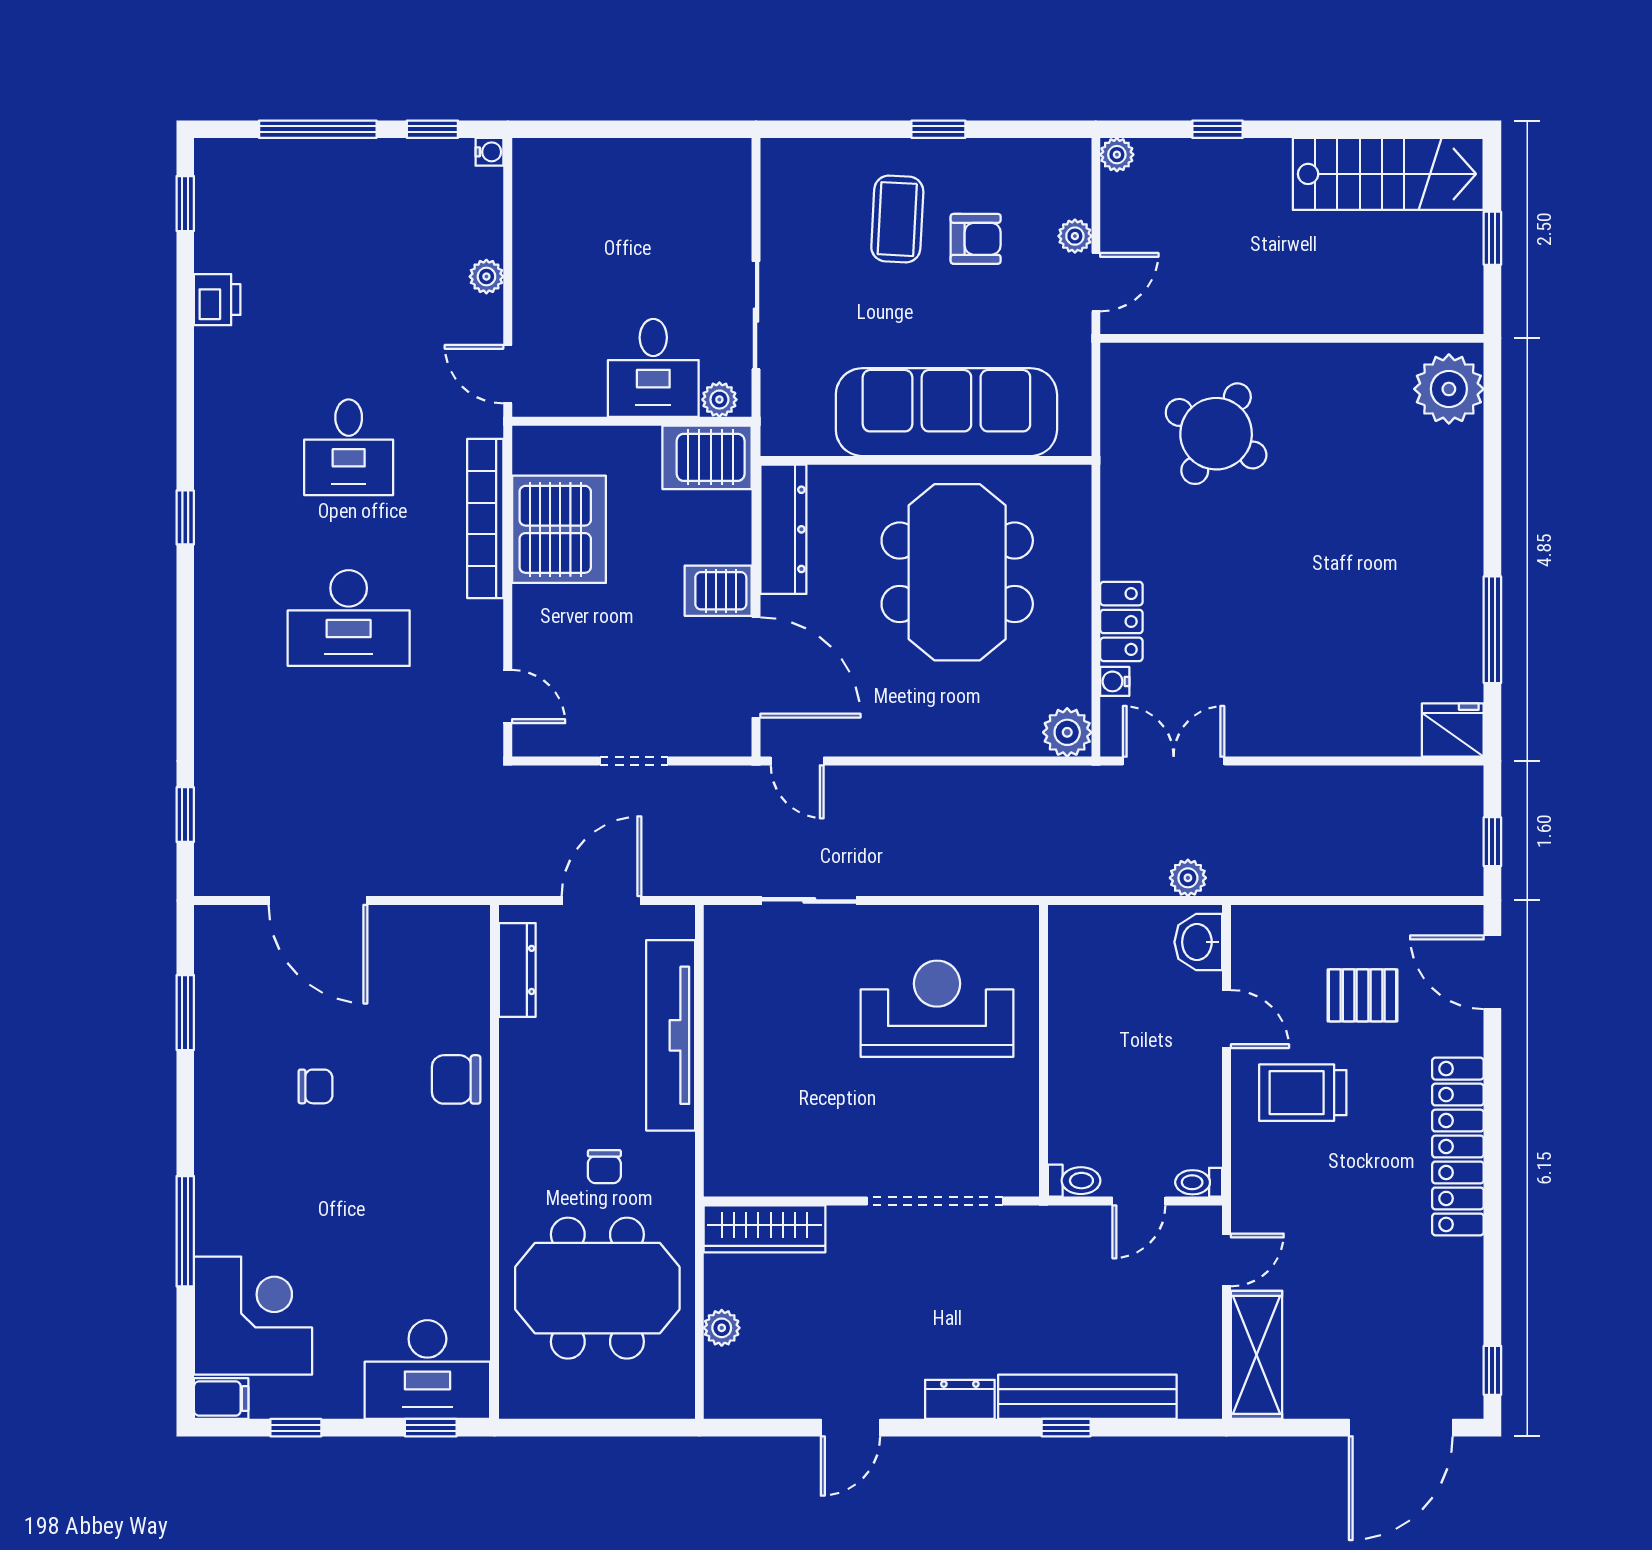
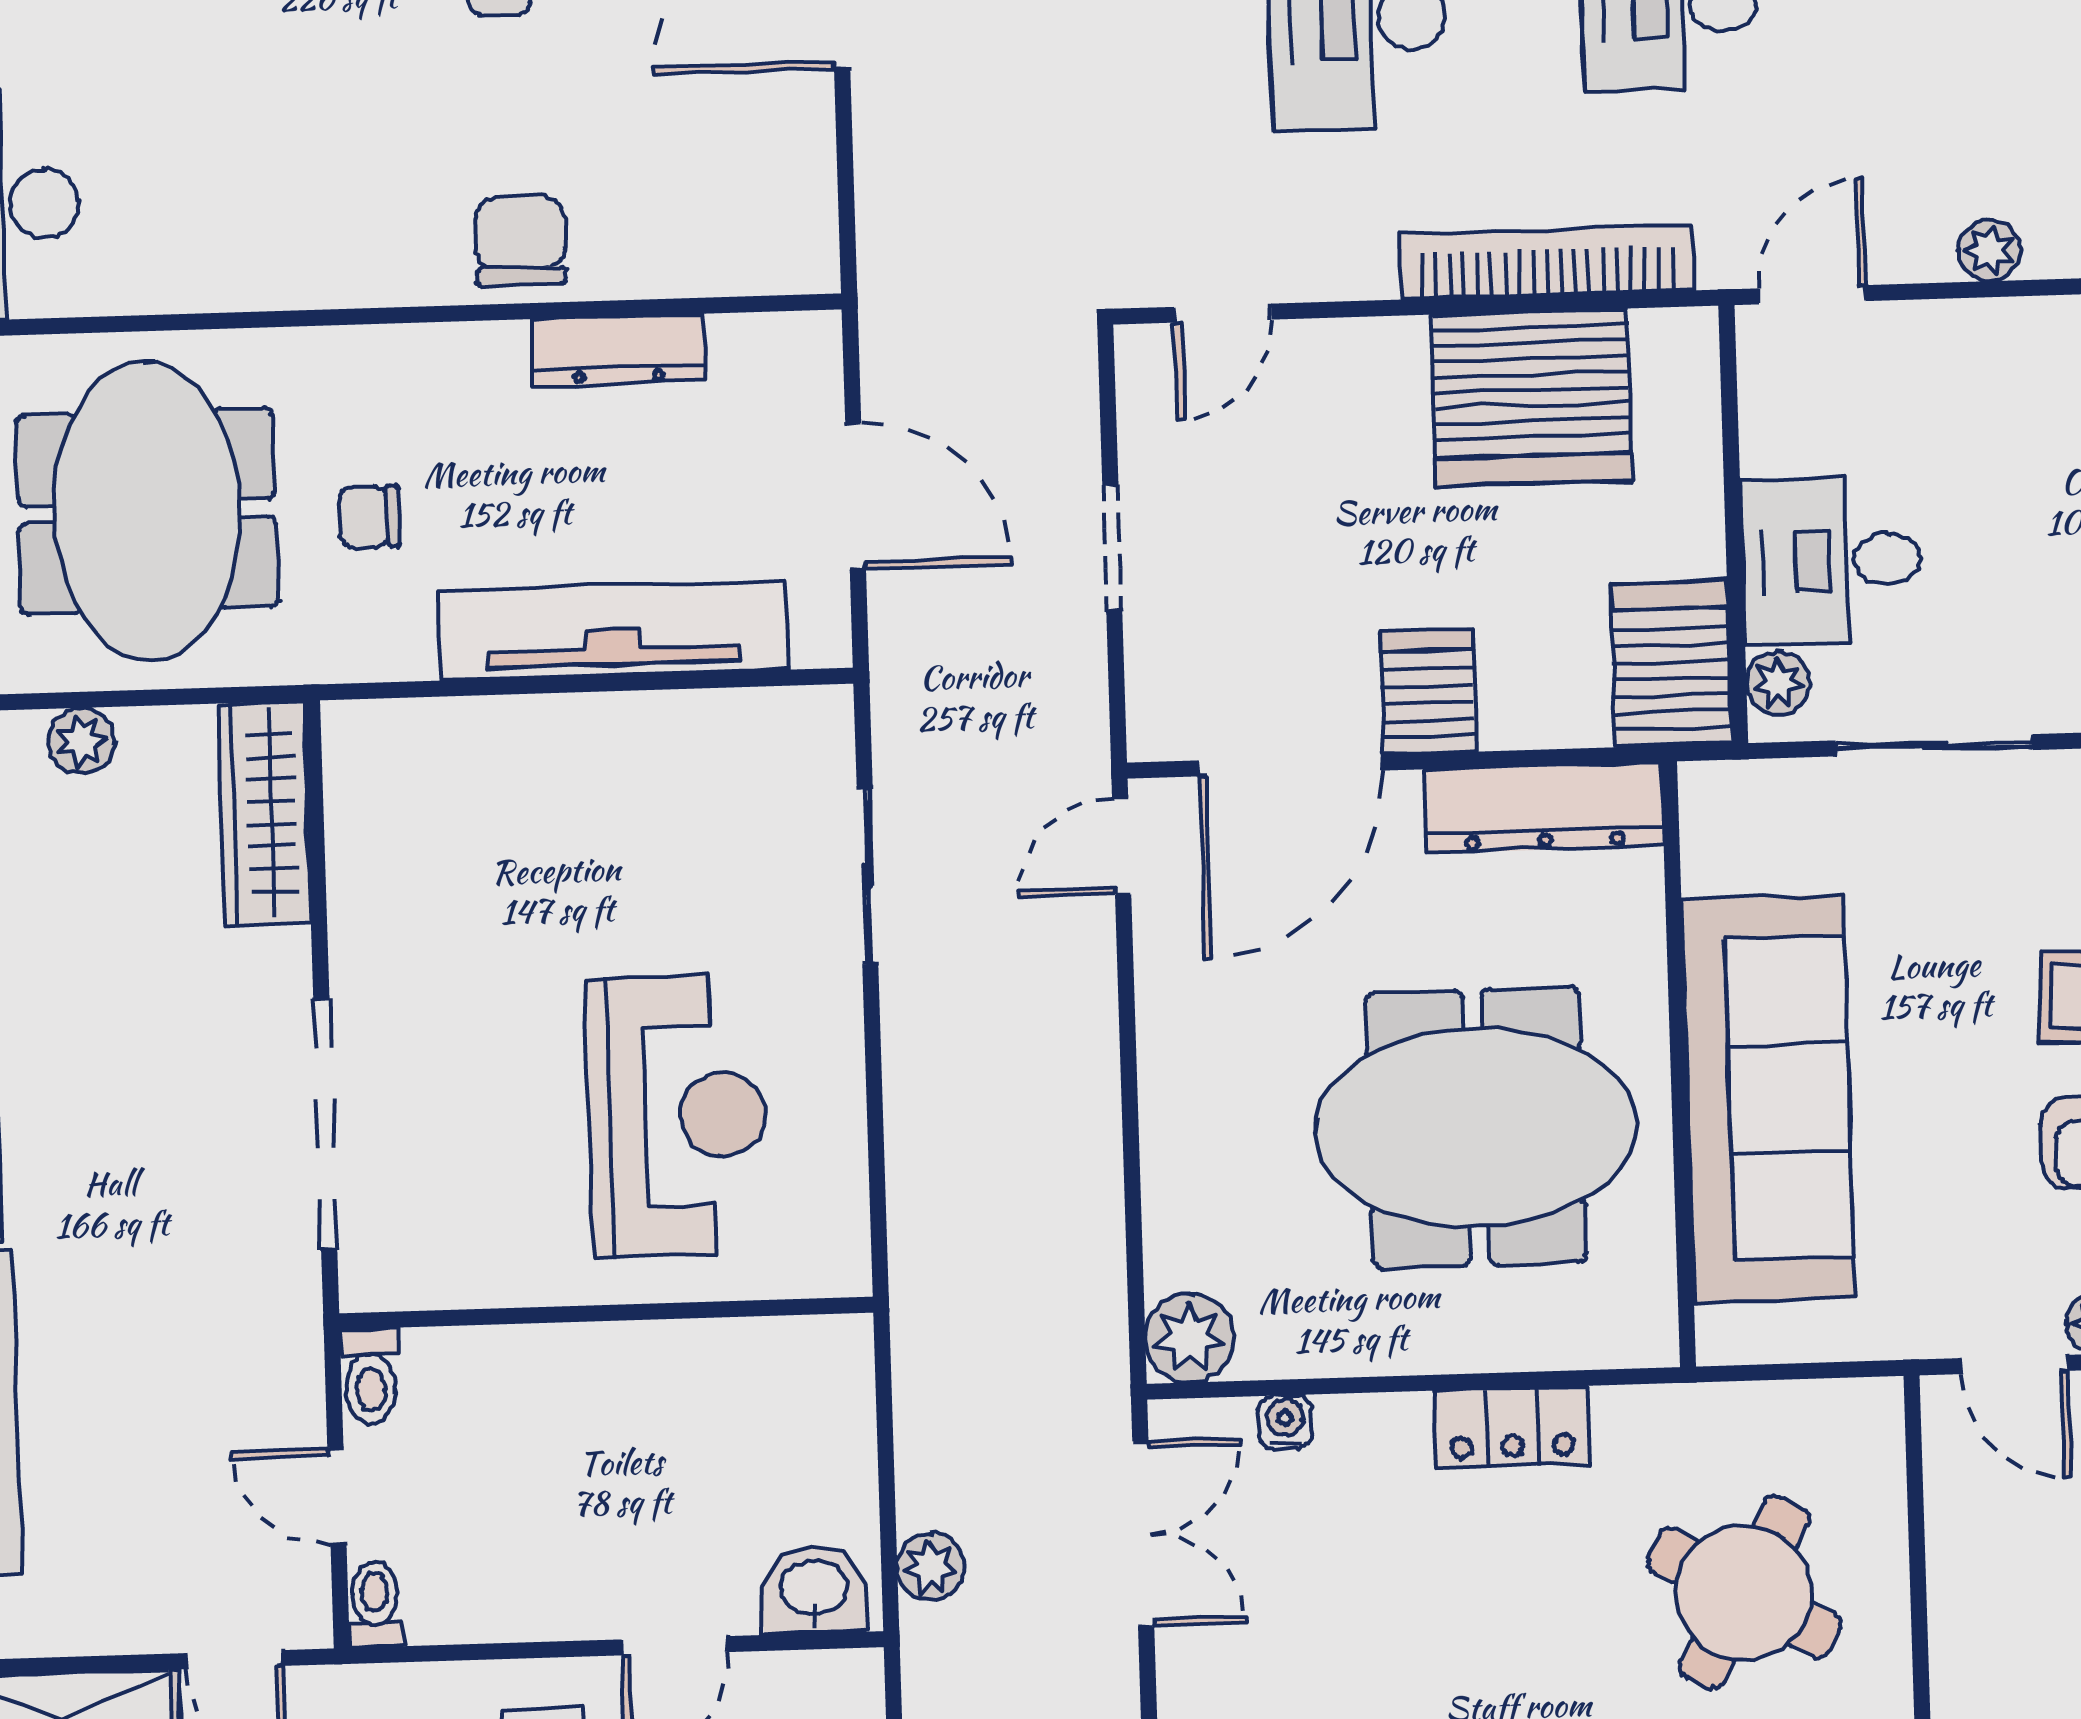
locker: (1121, 621) -> (1512, 1427), moved
dresser: (517, 970) -> (618, 350), moved

